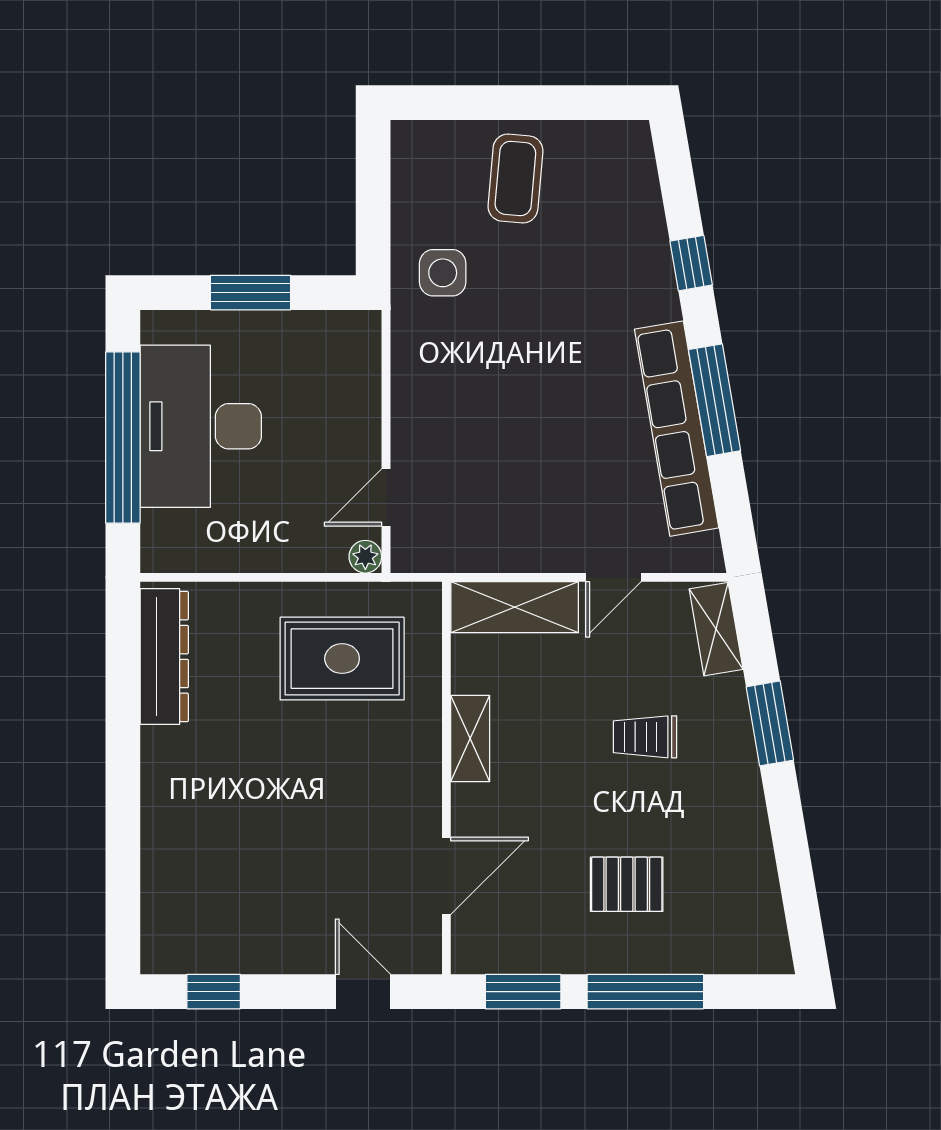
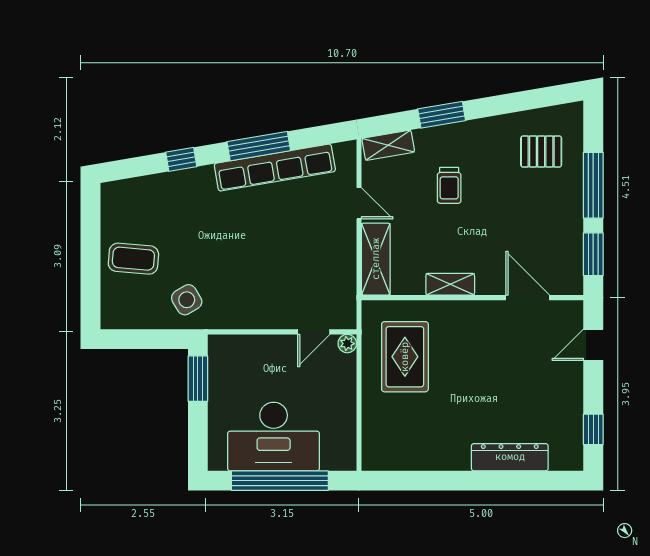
side table: (443, 273) -> (187, 300), turned -31
window: (251, 293) -> (198, 379), moved
door: (386, 497) -> (314, 332), hinge flipped
dresser: (164, 657) -> (510, 457), moved
pallet: (627, 884) -> (541, 152), moved, turned 90

